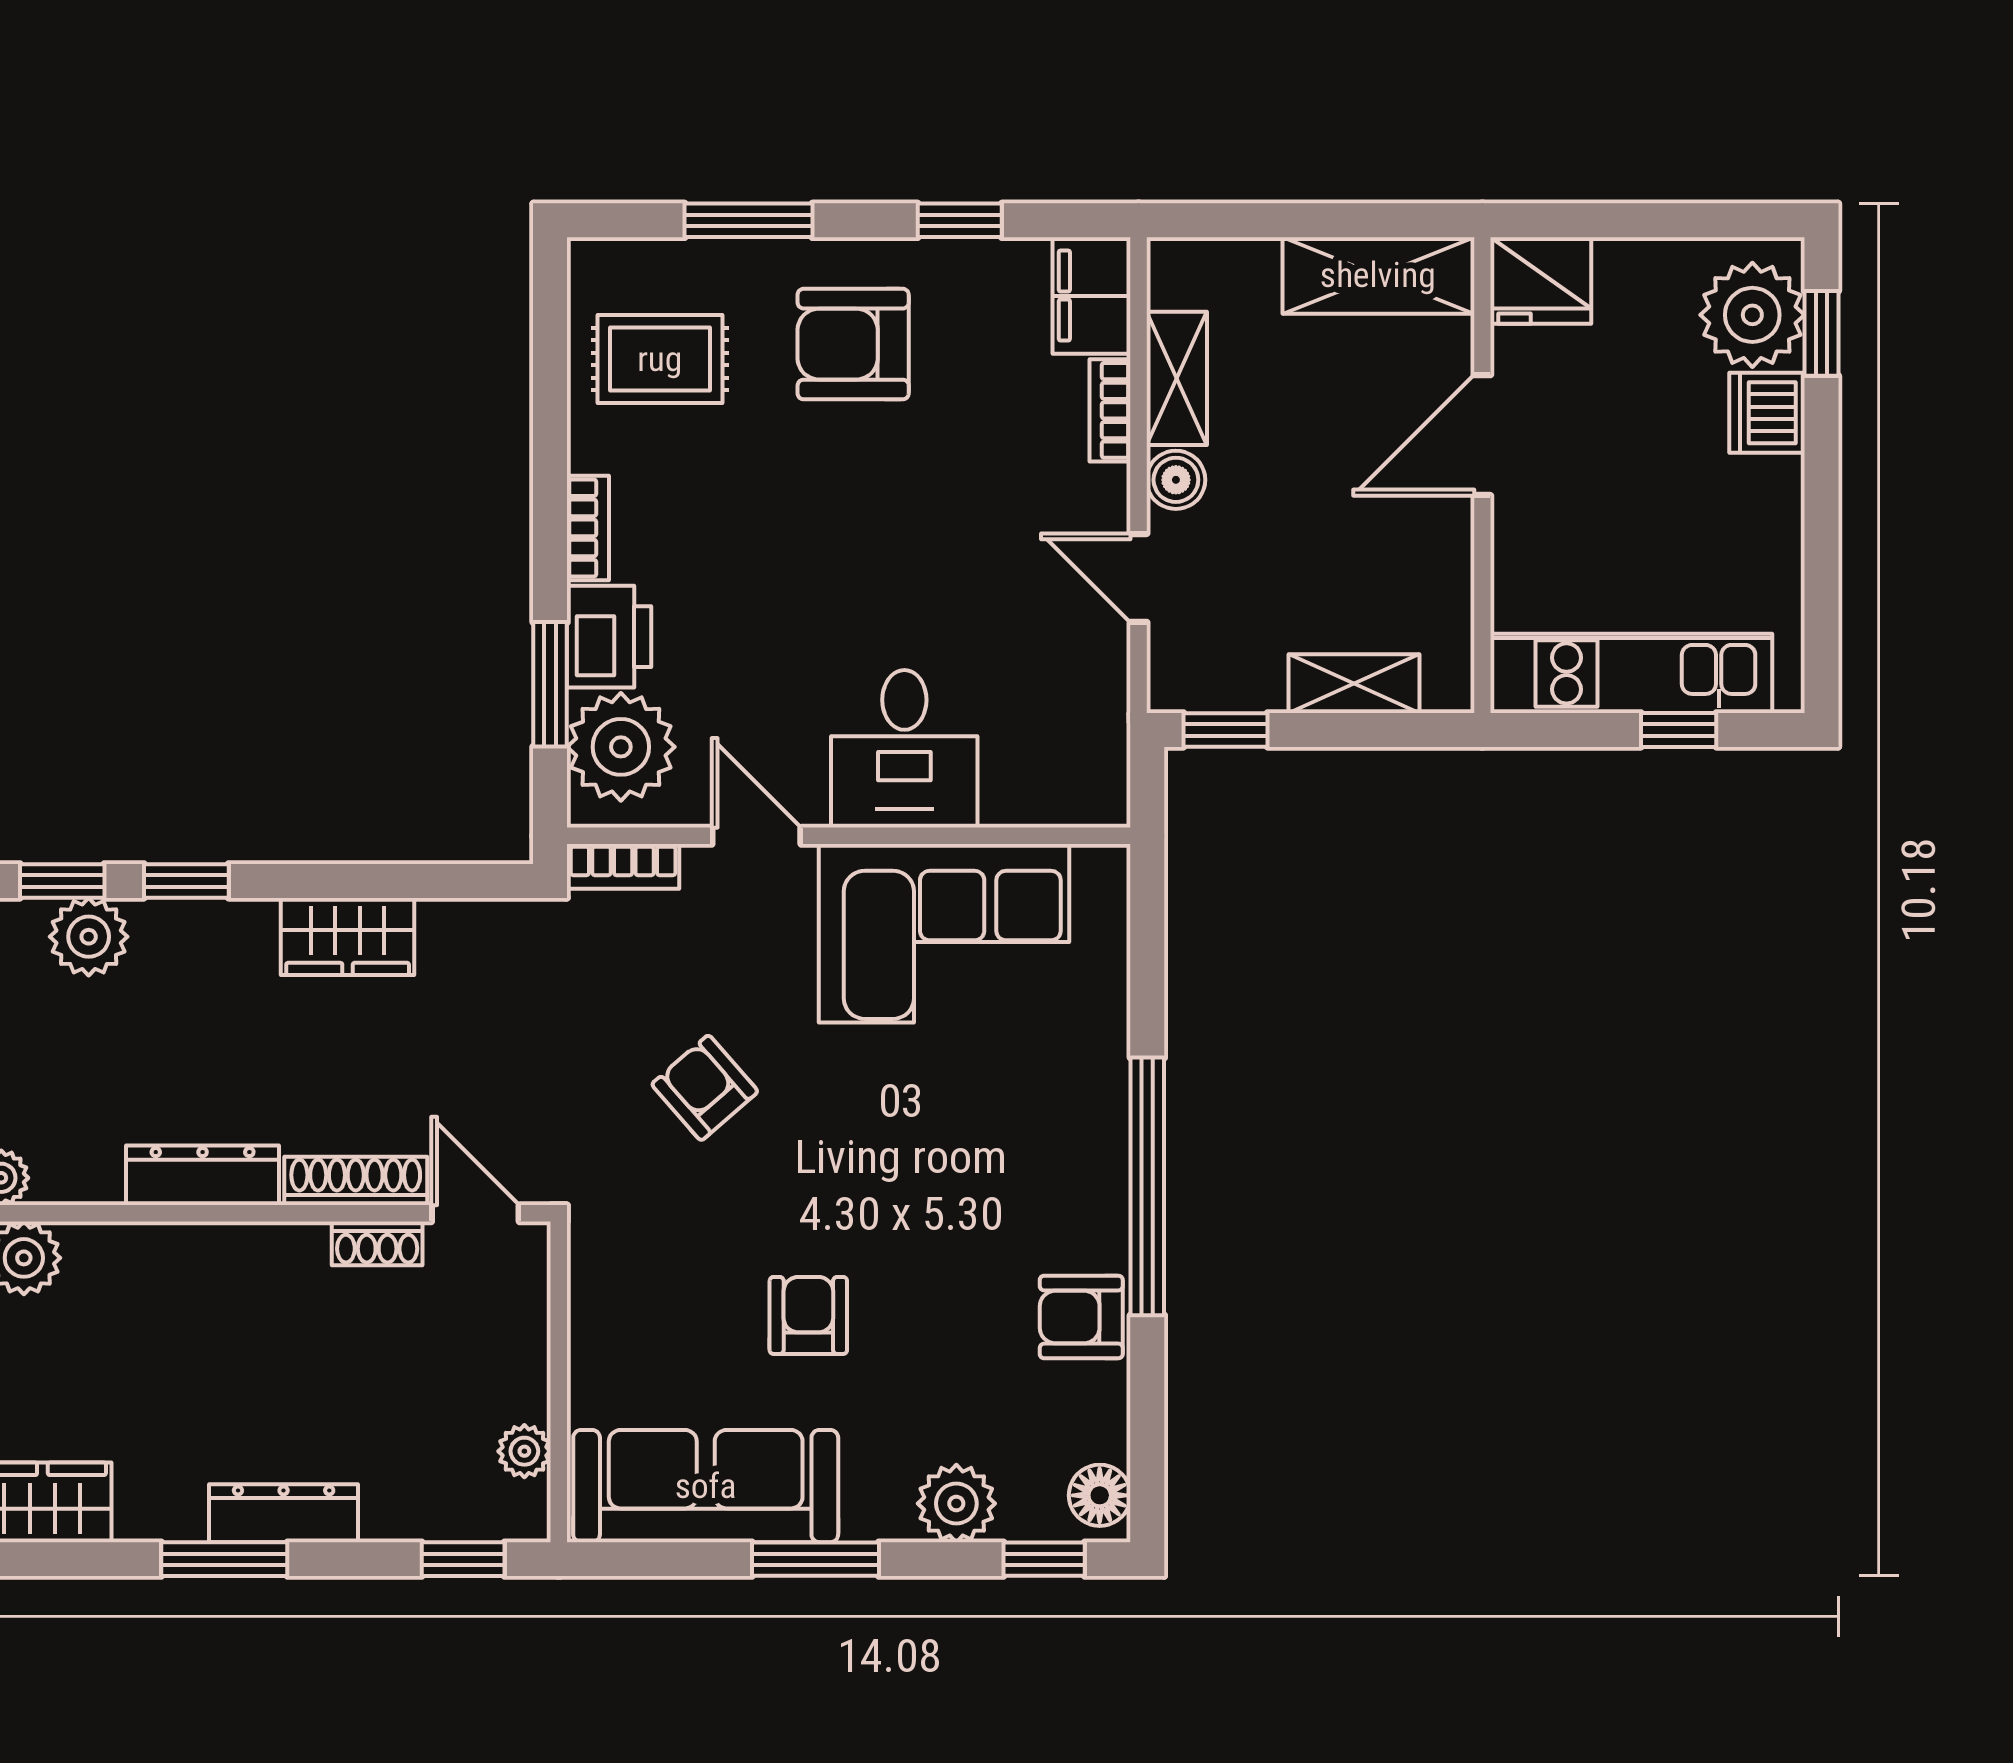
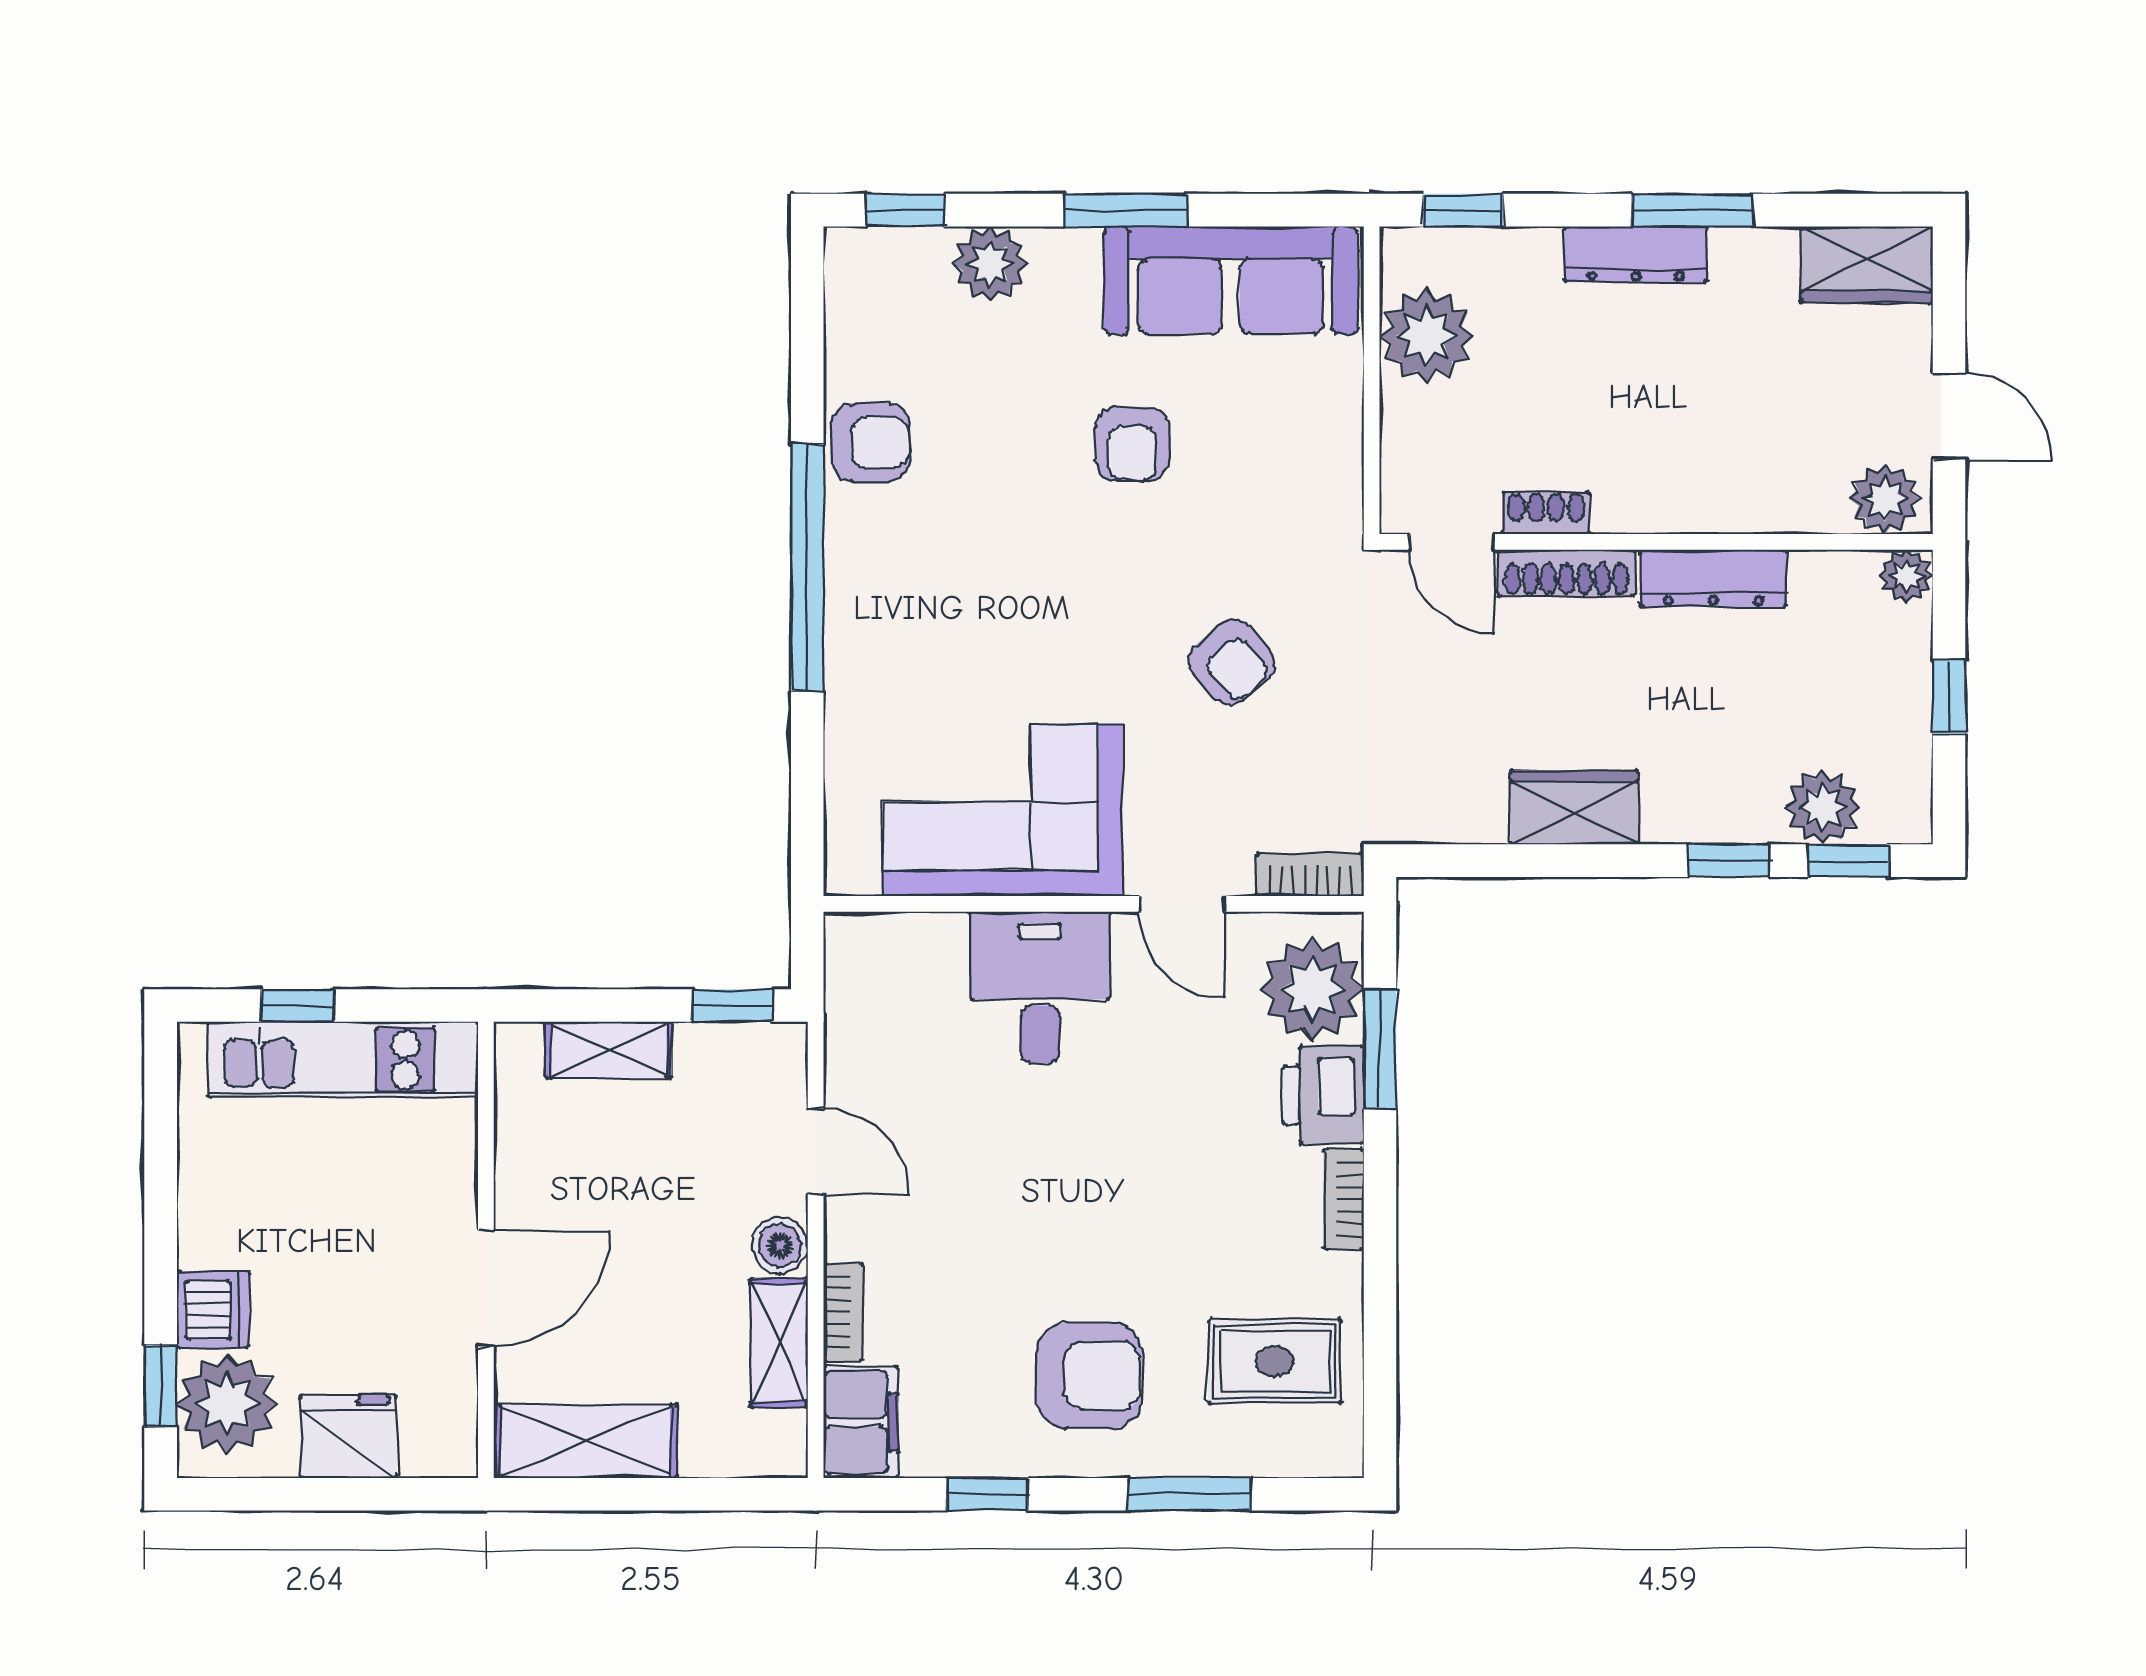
fridge: (1541, 281) -> (348, 1437), moved
plant: (524, 1451) -> (1427, 336), width x1.88, depth x1.88
floor lamp: (1100, 1495) -> (853, 271), removed

